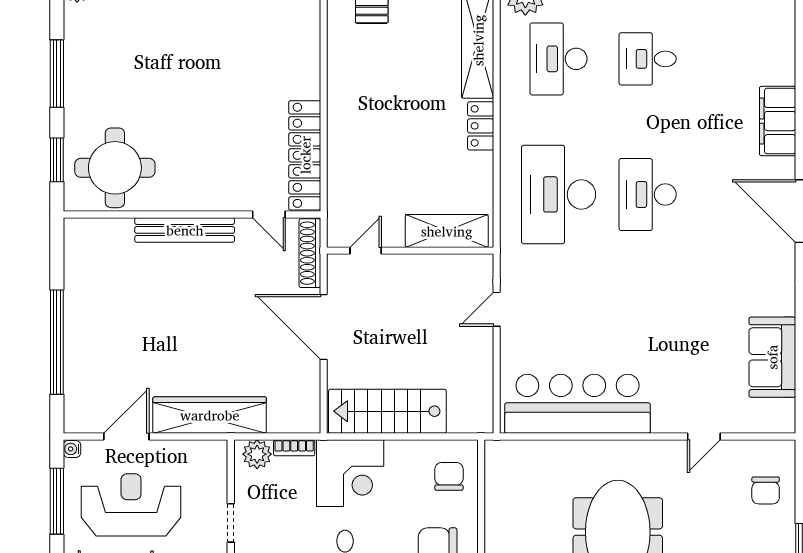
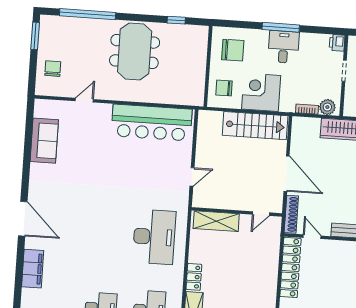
desk: (648, 194) -> (106, 234), removed
corner desk: (350, 473) -> (261, 92), moved
chair: (449, 476) -> (224, 88), turned 90

